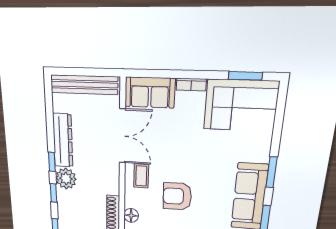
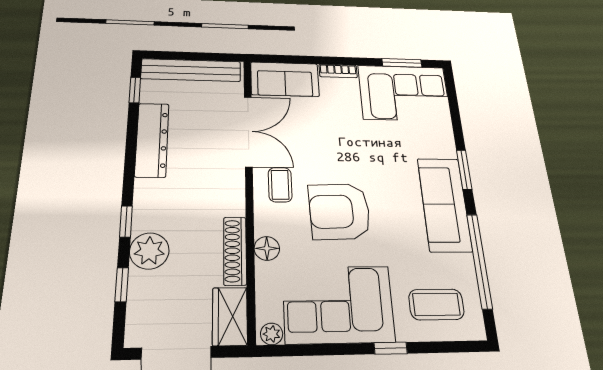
window: (52, 162) -> (135, 90), moved
plant: (66, 179) -> (149, 251), moved
armchair: (177, 196) -> (340, 211), width x1.36, depth x1.36

